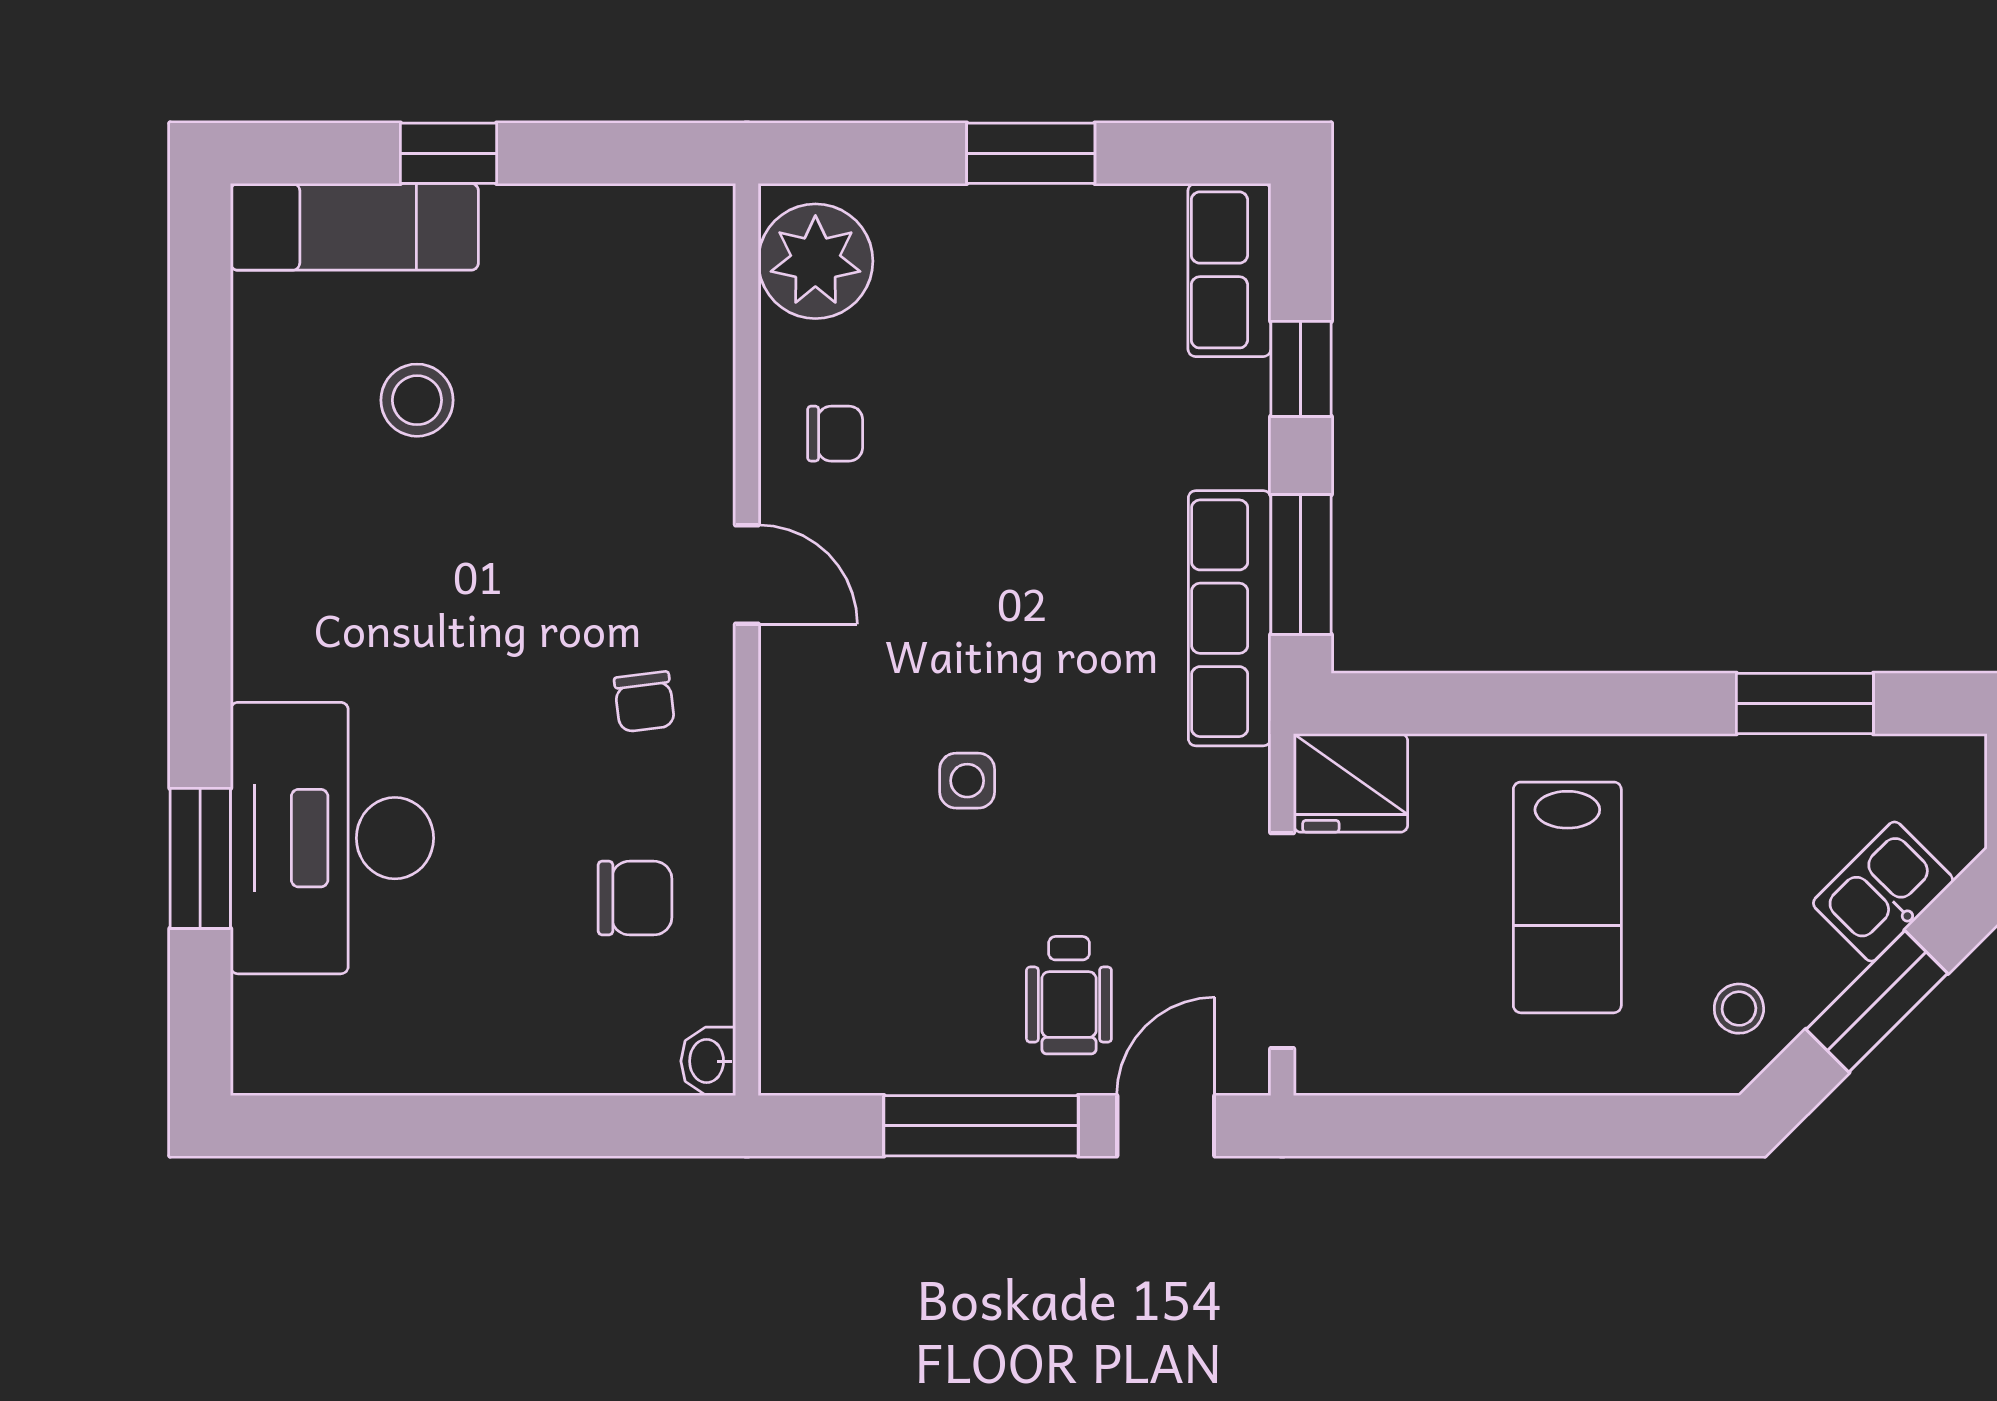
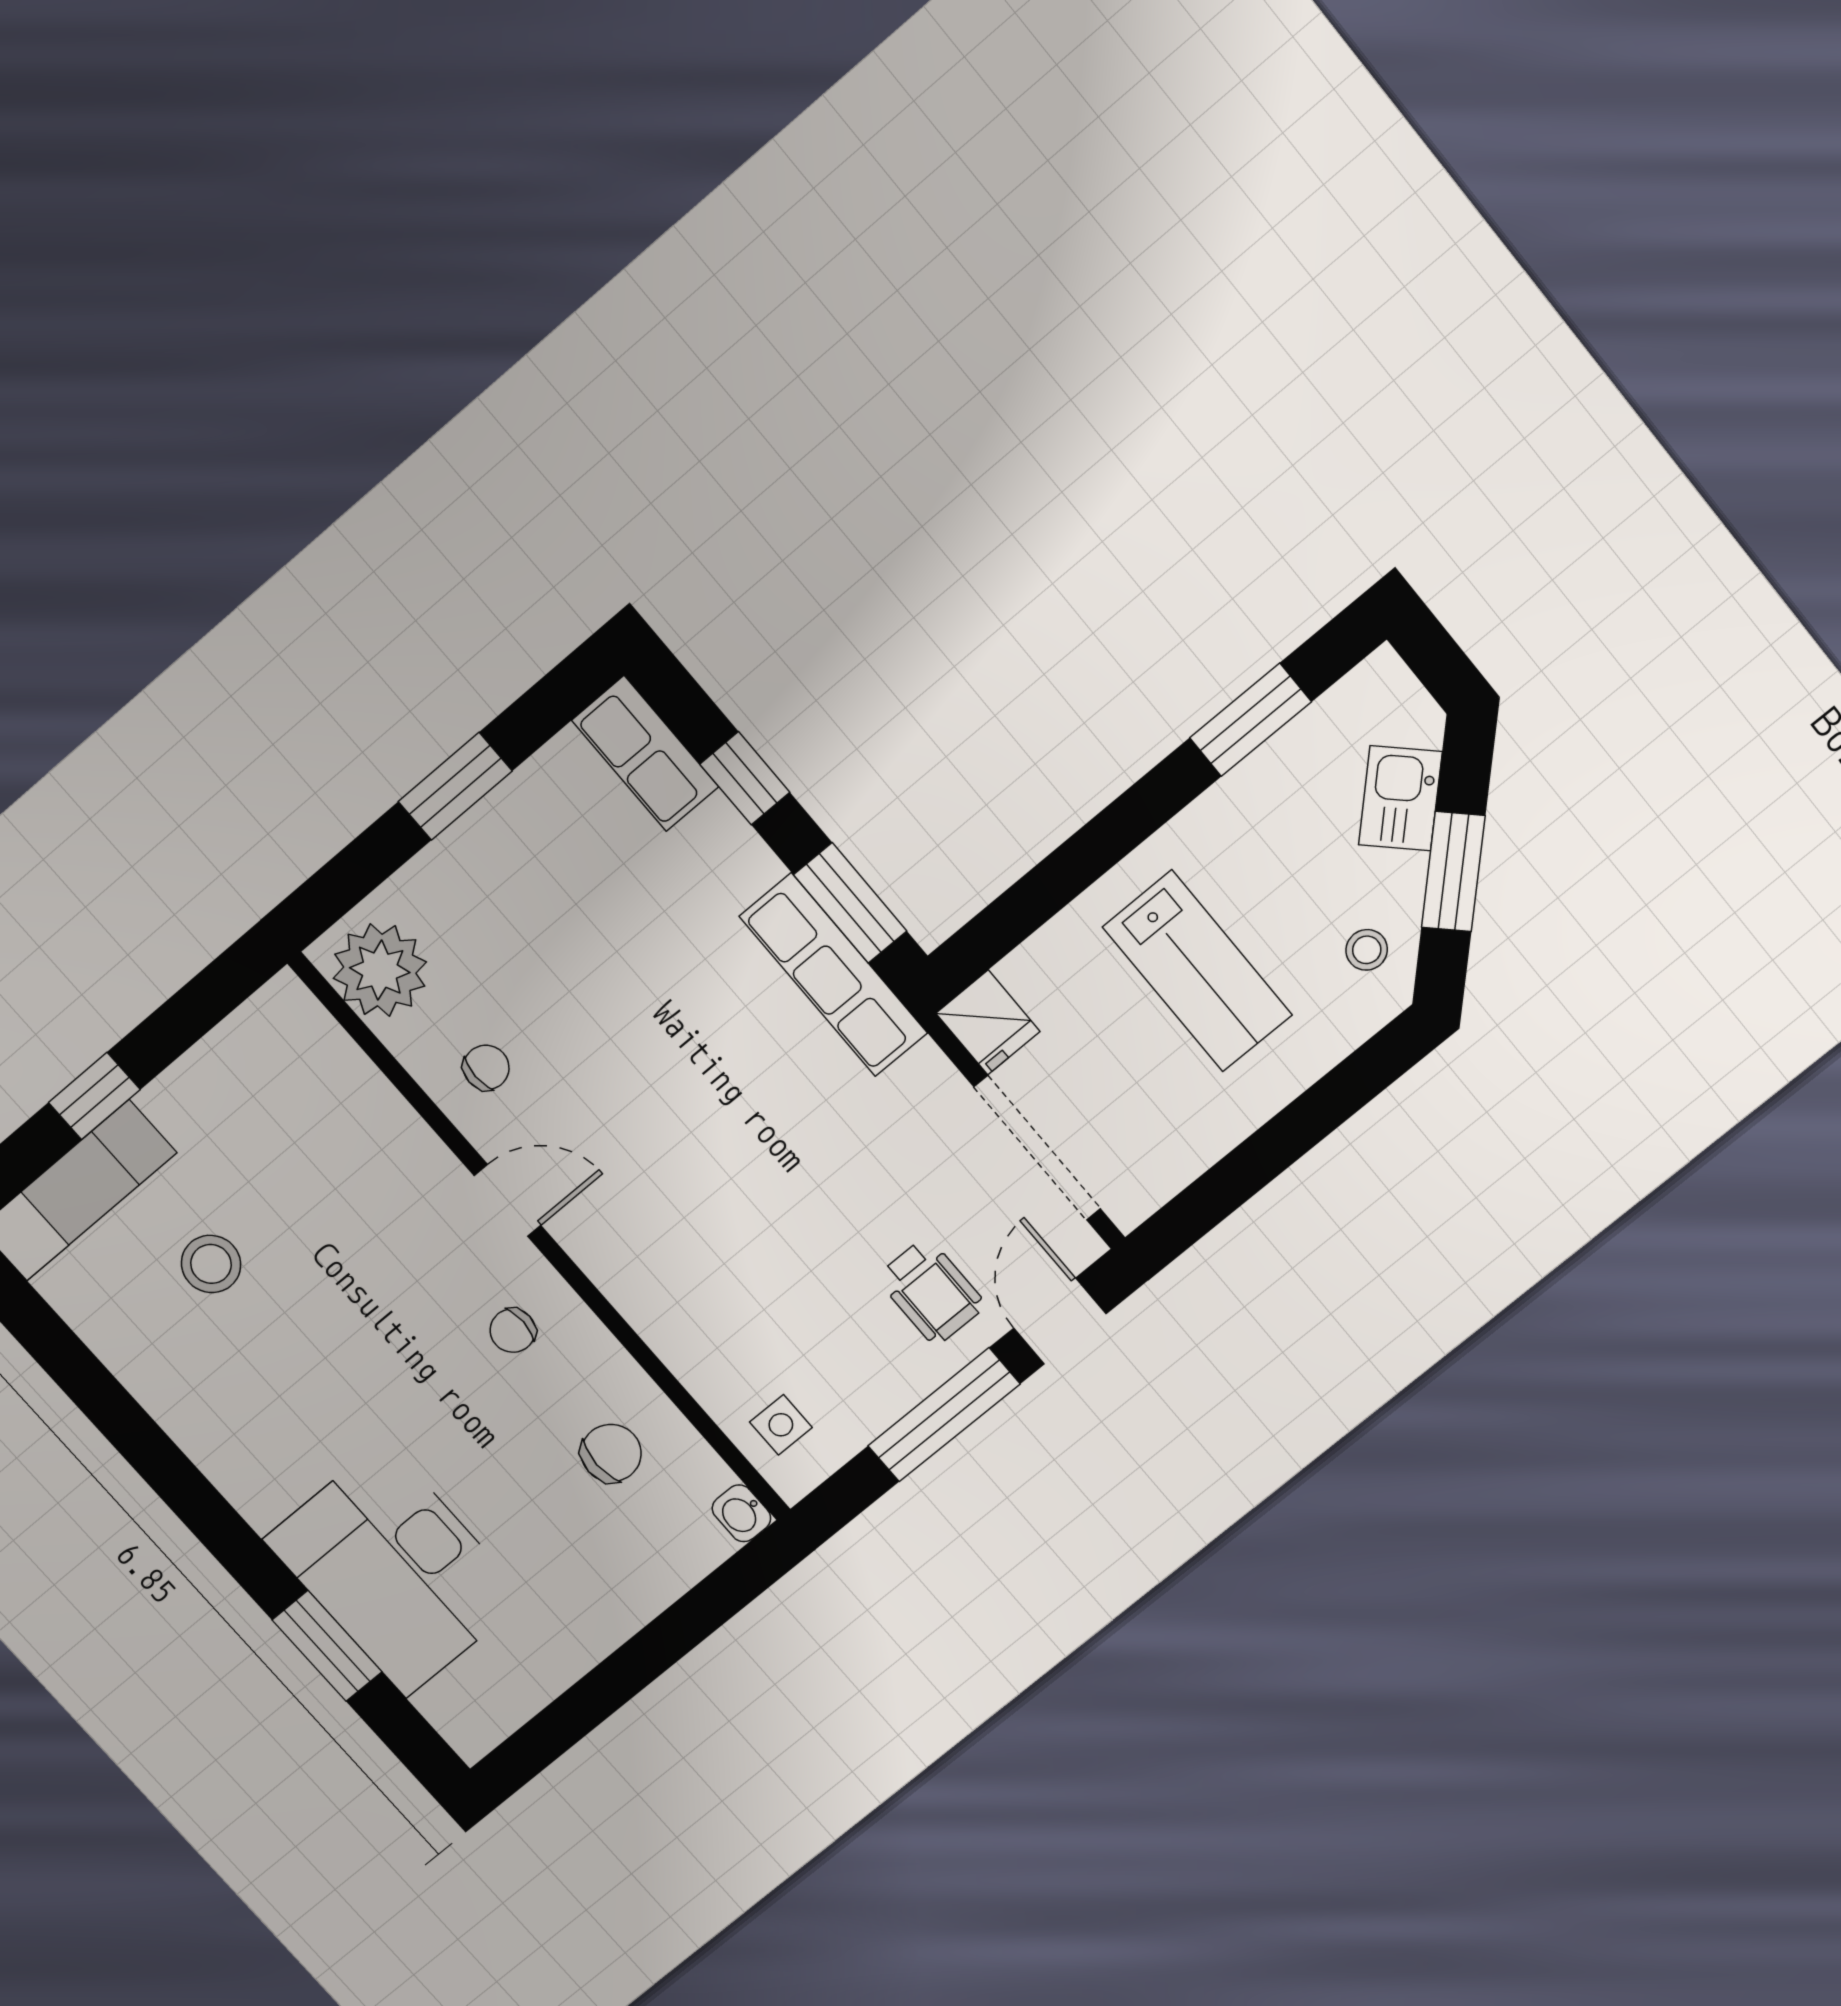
chair: (644, 702) -> (513, 1331), turned 97
side table: (967, 781) -> (781, 1425), moved
fridge: (1351, 783) -> (988, 1022), width x0.72

